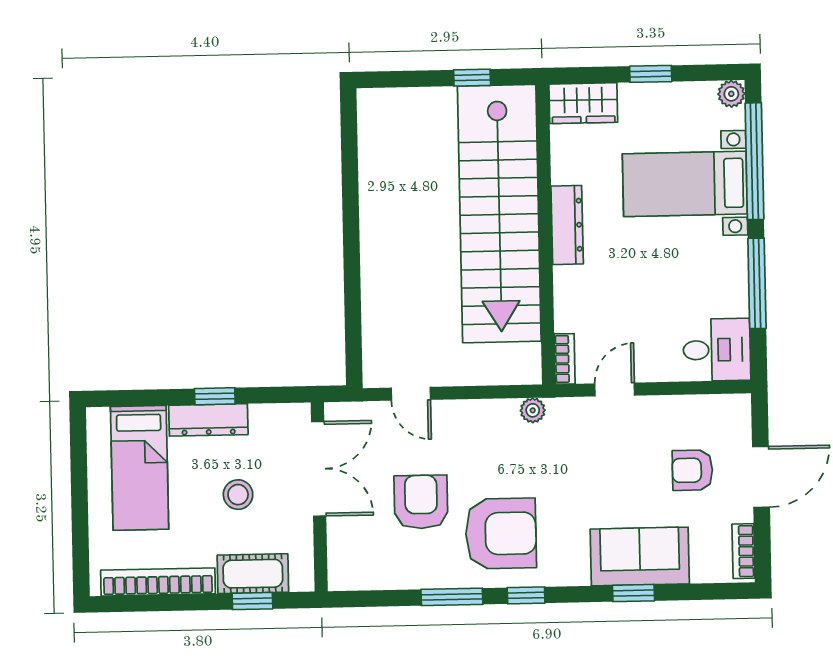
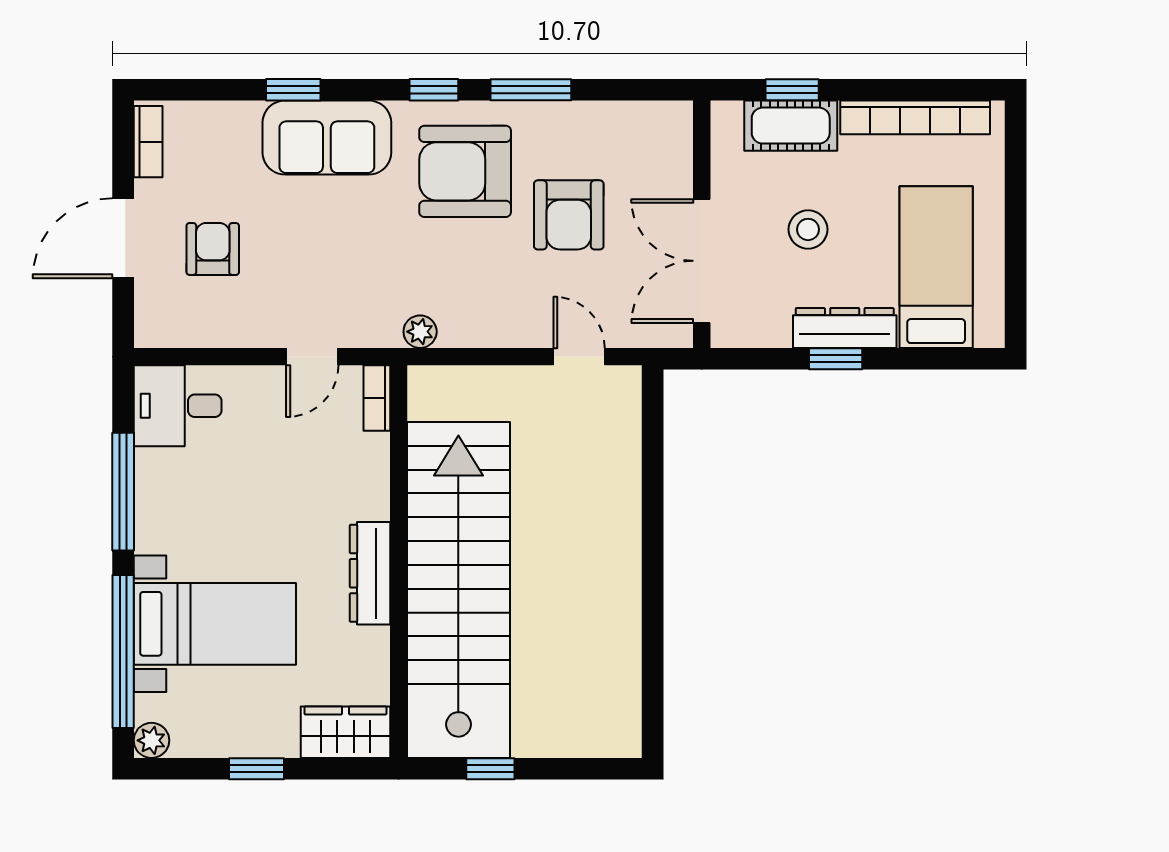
armchair: (692, 470) -> (213, 249), turned -90
sofa: (640, 556) -> (327, 138), moved

